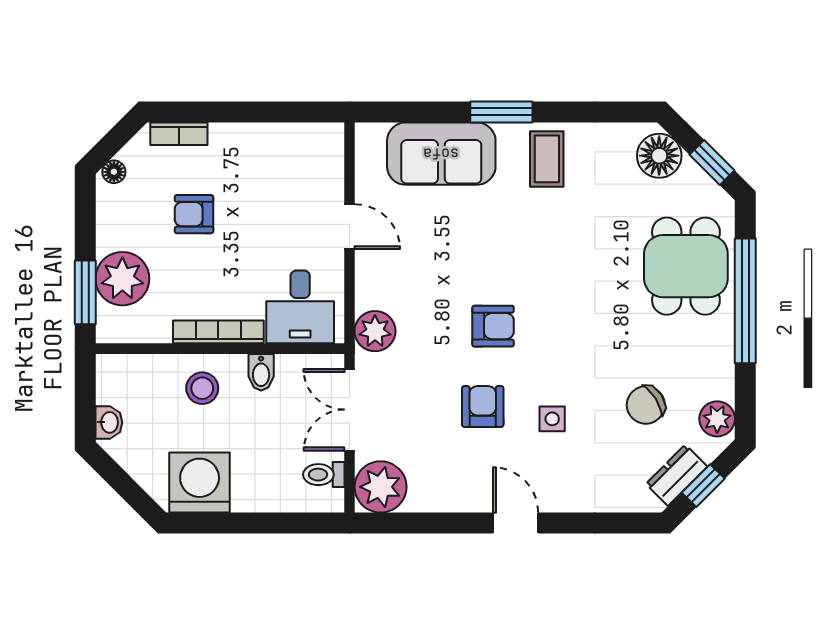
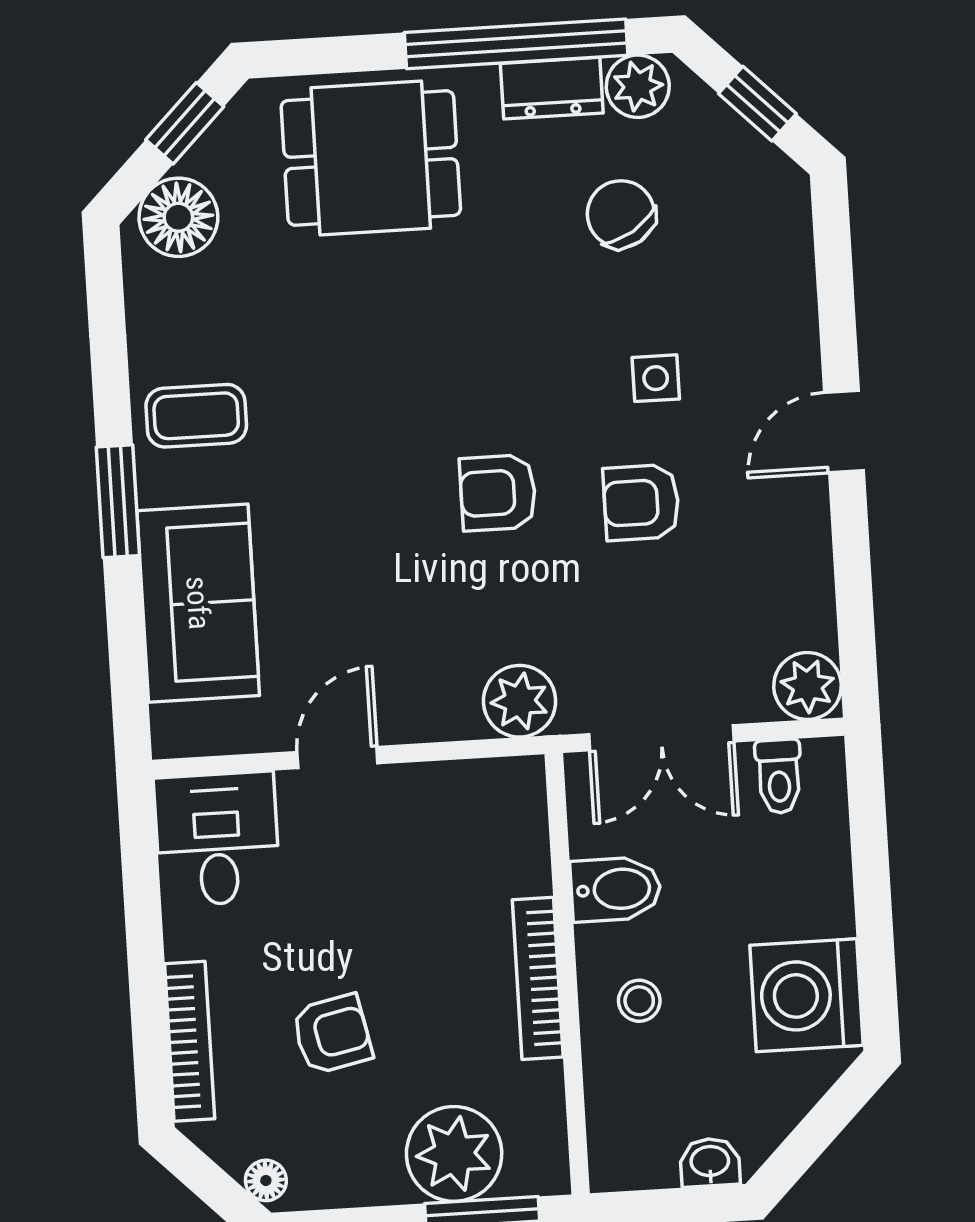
bookcase: (179, 134) -> (190, 1041), width x1.56
armchair: (194, 214) -> (332, 1034), turned -102
window: (745, 301) -> (516, 44), moved
desk: (300, 307) -> (217, 839), moved, turned -90
armchair: (493, 326) -> (498, 493), turned -90
bidet: (261, 372) -> (616, 889), width x1.38, depth x1.36
stool: (202, 388) -> (639, 1001), width x0.73, depth x0.73
chair: (646, 405) -> (621, 214), turned 180
dresser: (677, 475) -> (552, 88), moved, turned -45
plant: (381, 487) -> (808, 686), width x0.73, depth x0.73

